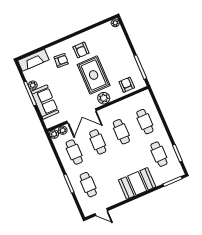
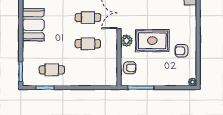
armchair: (81, 50) -> (181, 51), moved
armchair: (61, 60) -> (179, 16), removed
cafe table: (145, 122) -> (88, 70), removed
booth: (137, 183) -> (33, 25), moved

